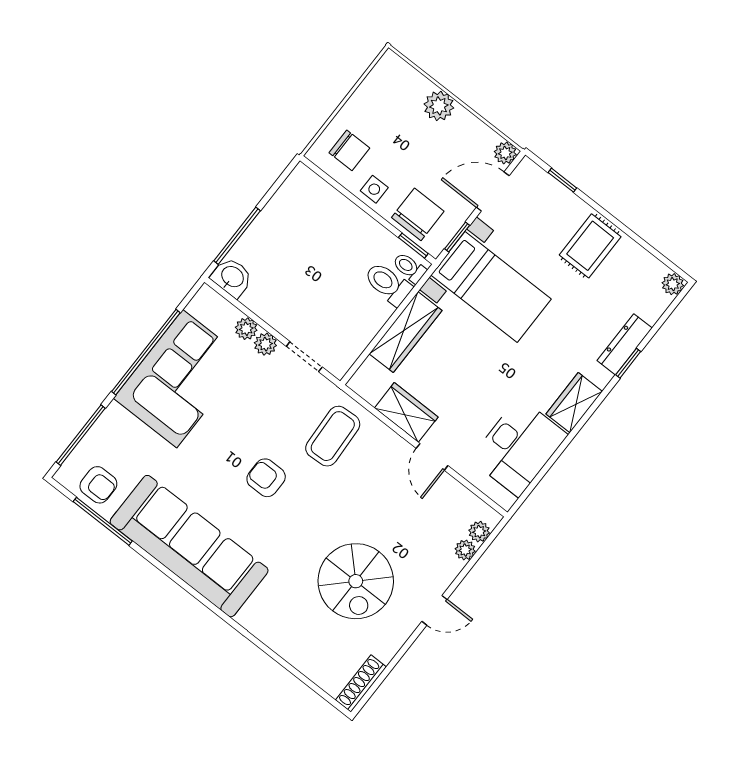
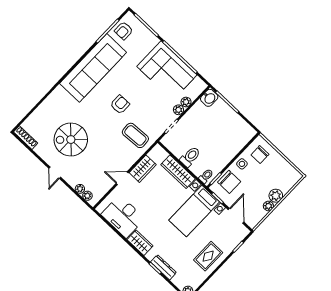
plant: (505, 153) -> (268, 206), moved
rug: (590, 246) -> (208, 256), turned 90
toilet: (388, 284) -> (190, 157), moved

